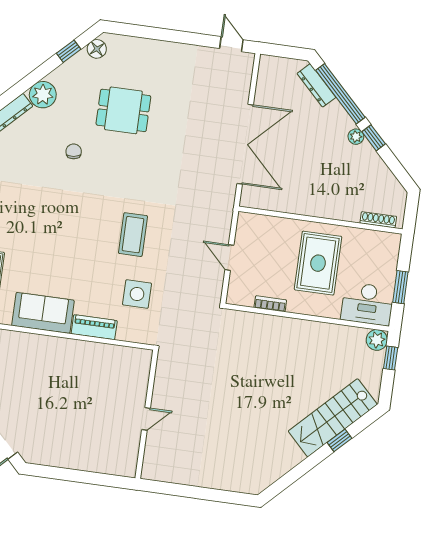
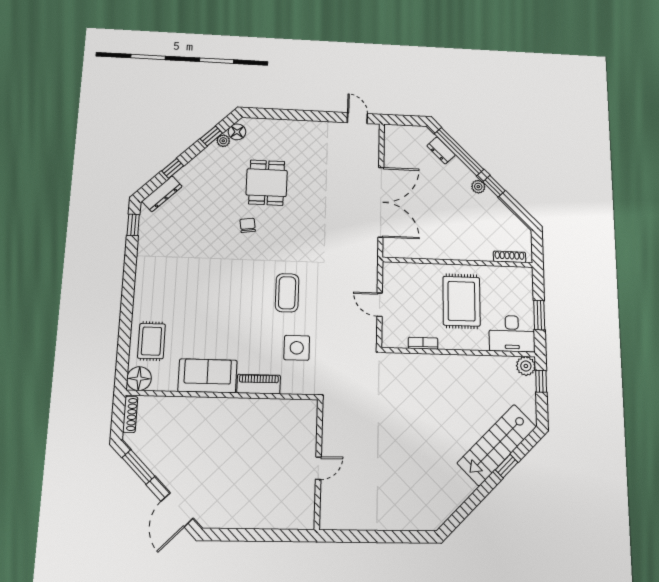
window: (24, 85) -> (173, 168), added
dresser: (316, 85) -> (441, 150), width x0.70
plant: (43, 95) -> (223, 141), moved, width x0.53, depth x0.53
dining table: (123, 110) -> (267, 183), turned 90
chair: (74, 151) -> (248, 225), moved

